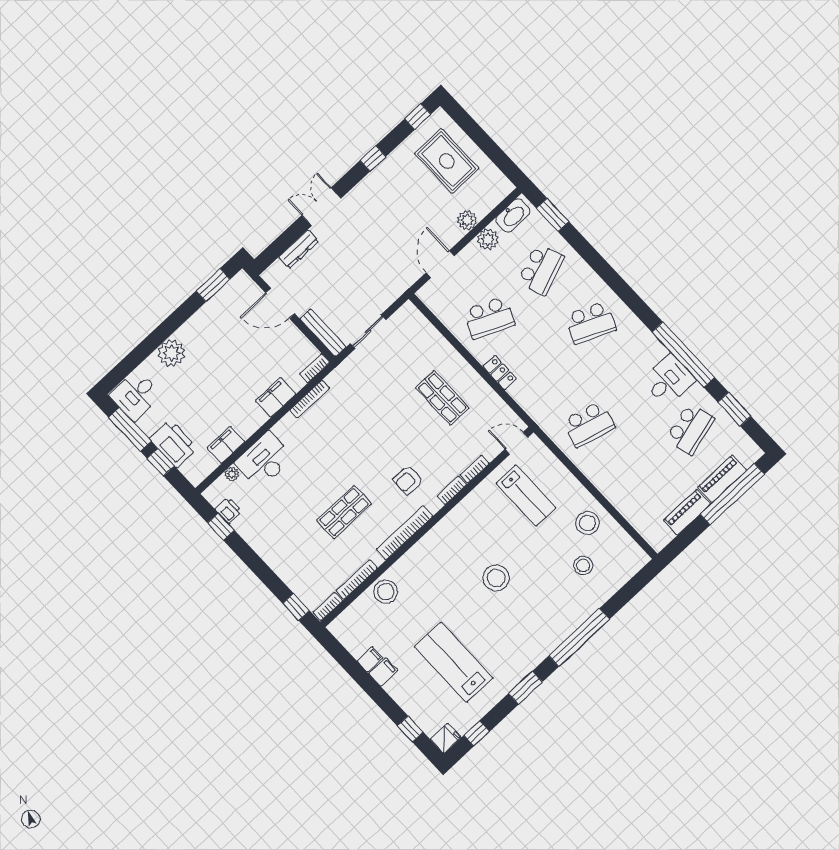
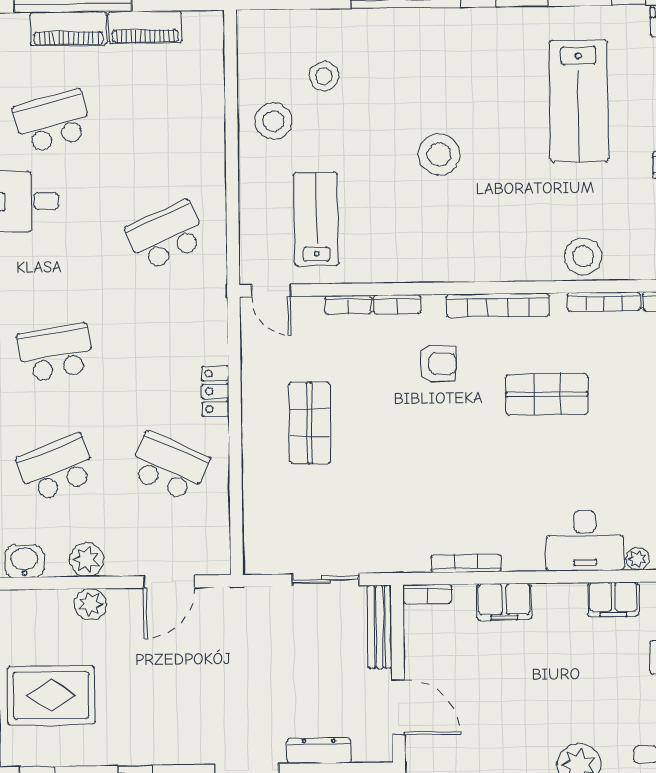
rug: (447, 161) -> (51, 695), turned 90
washbasin: (513, 215) -> (24, 561), width x0.72
school desk: (591, 323) -> (55, 352), turned -33
school desk: (589, 424) -> (166, 236), turned -39

